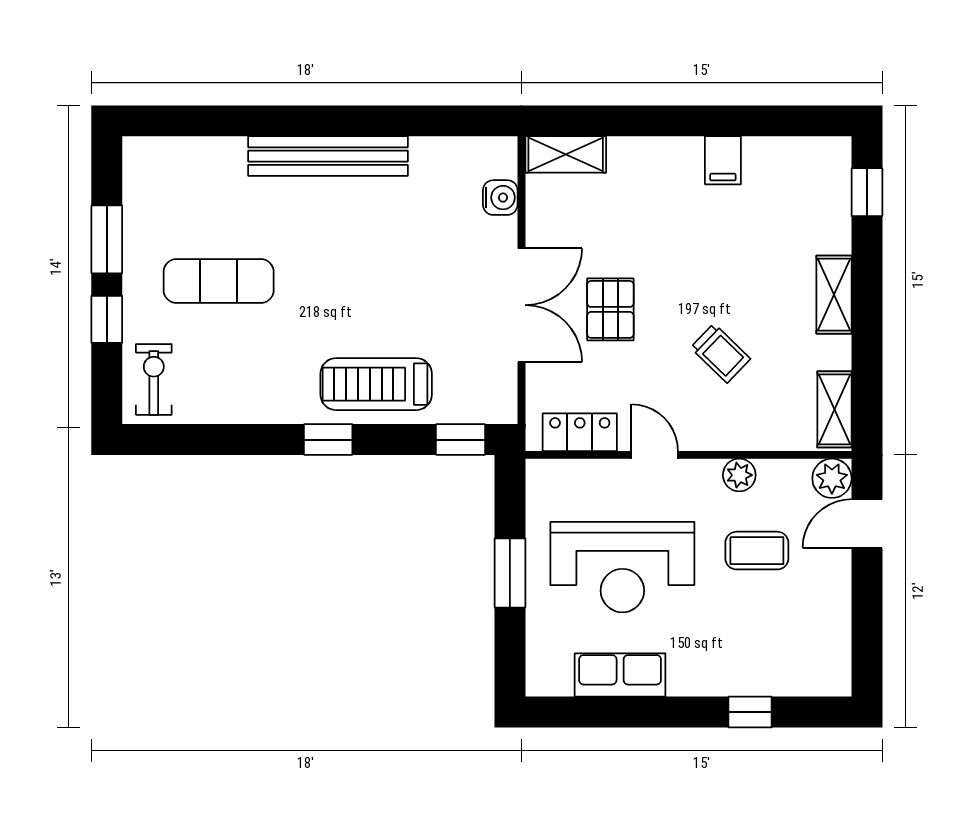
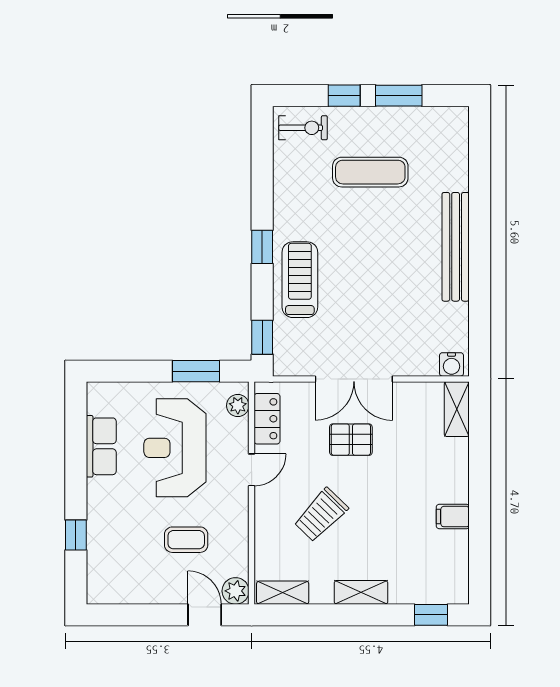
water cooler: (500, 198) -> (451, 364), moved
exercise mat: (219, 281) -> (370, 172), turned 90
trolley: (721, 353) -> (321, 515), width x1.36, depth x1.39
plant: (739, 475) -> (238, 406), moved
coffee table: (757, 551) -> (186, 540), turned 90
window: (510, 573) -> (196, 371), moved

